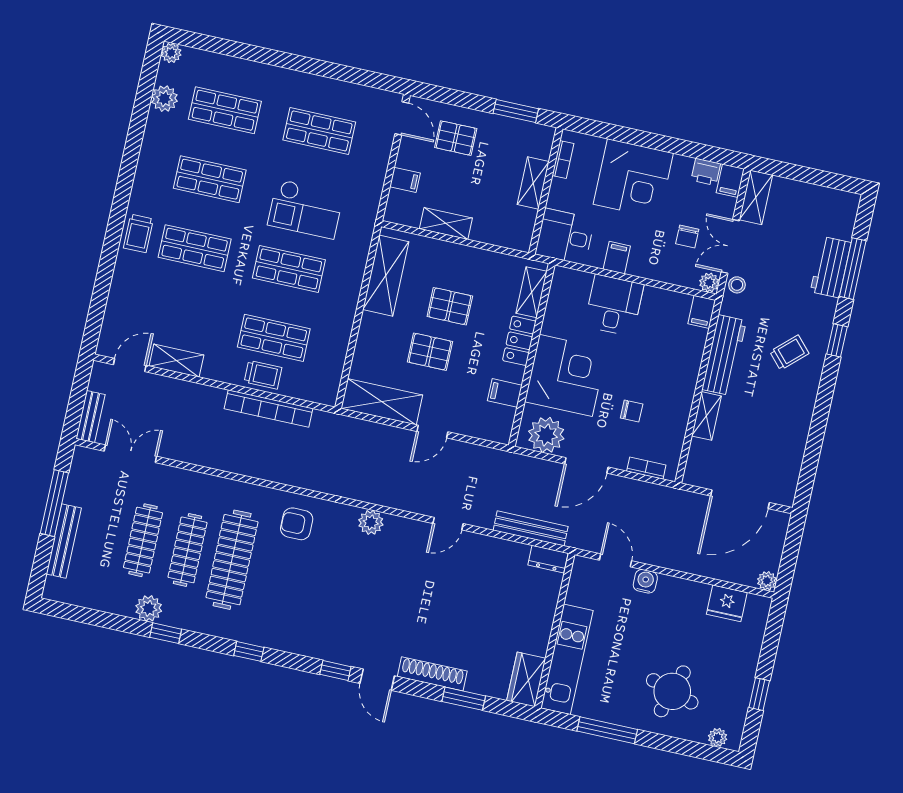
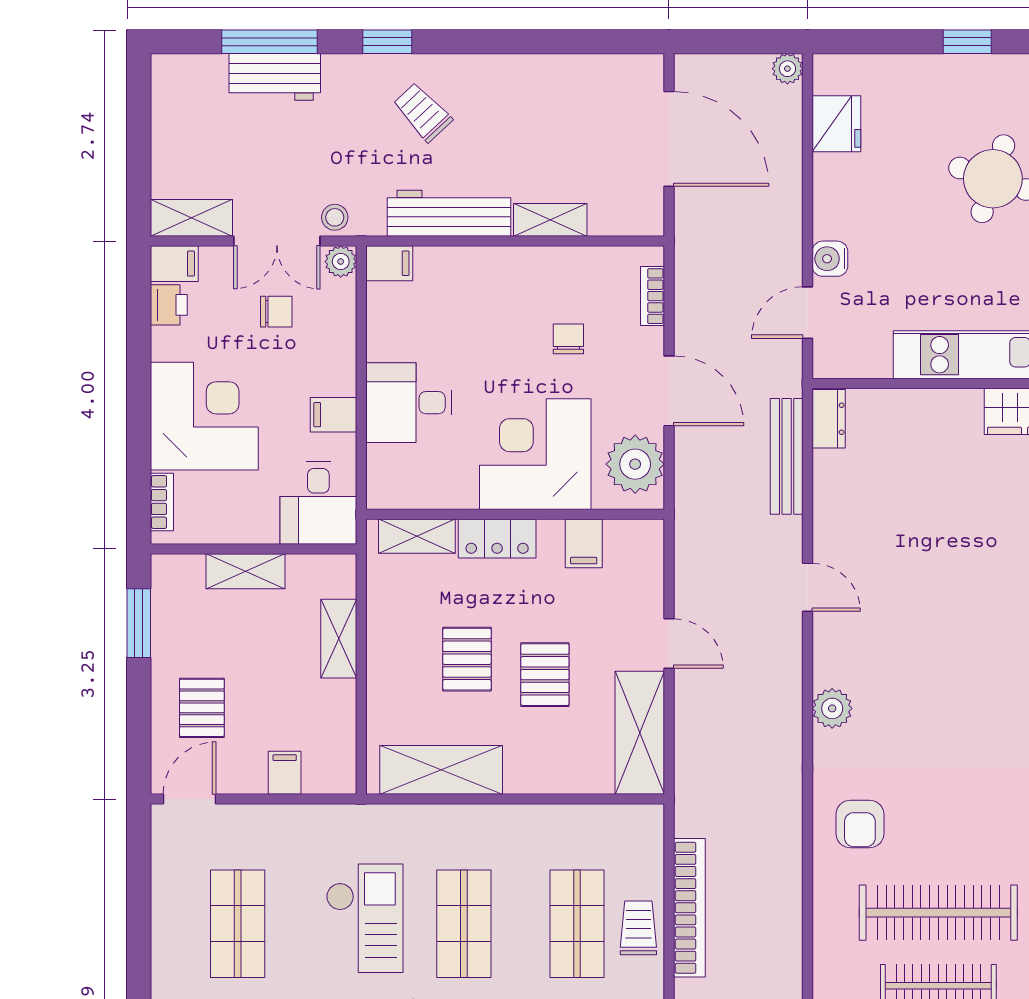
bookcase: (563, 160) -> (162, 502), moved, turned 90
shelving: (446, 223) -> (339, 639), moved

